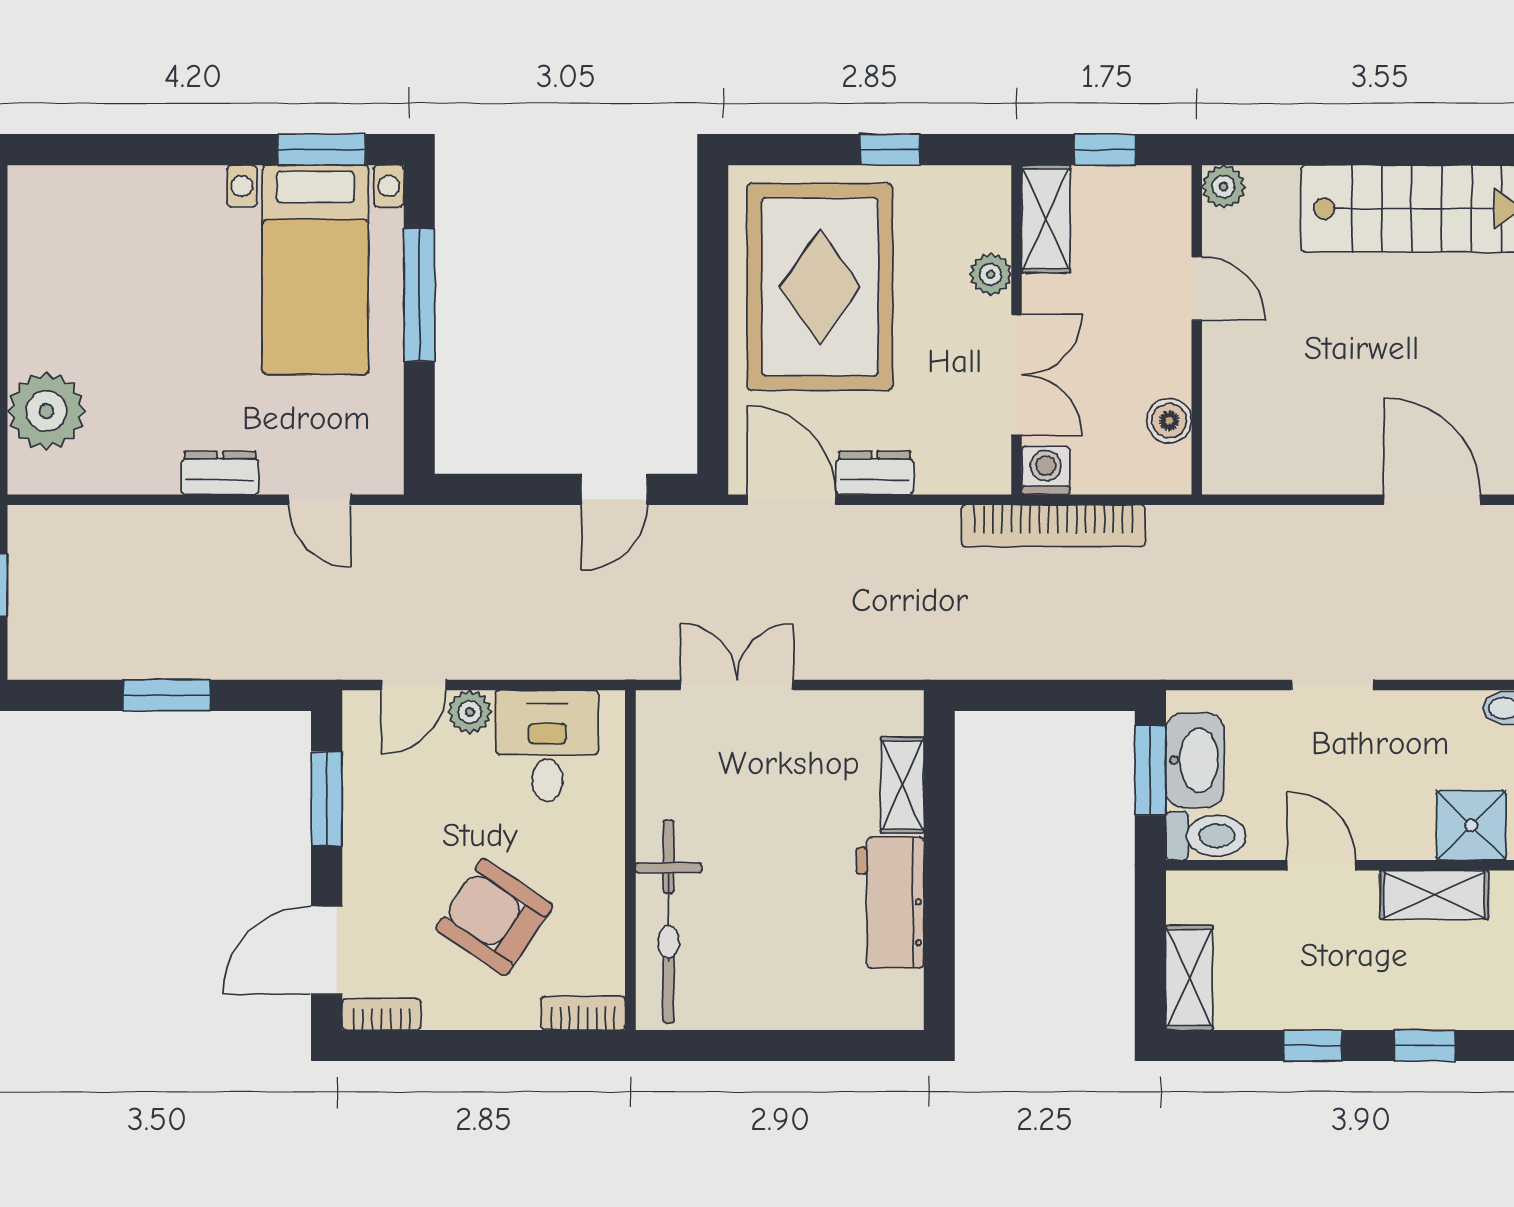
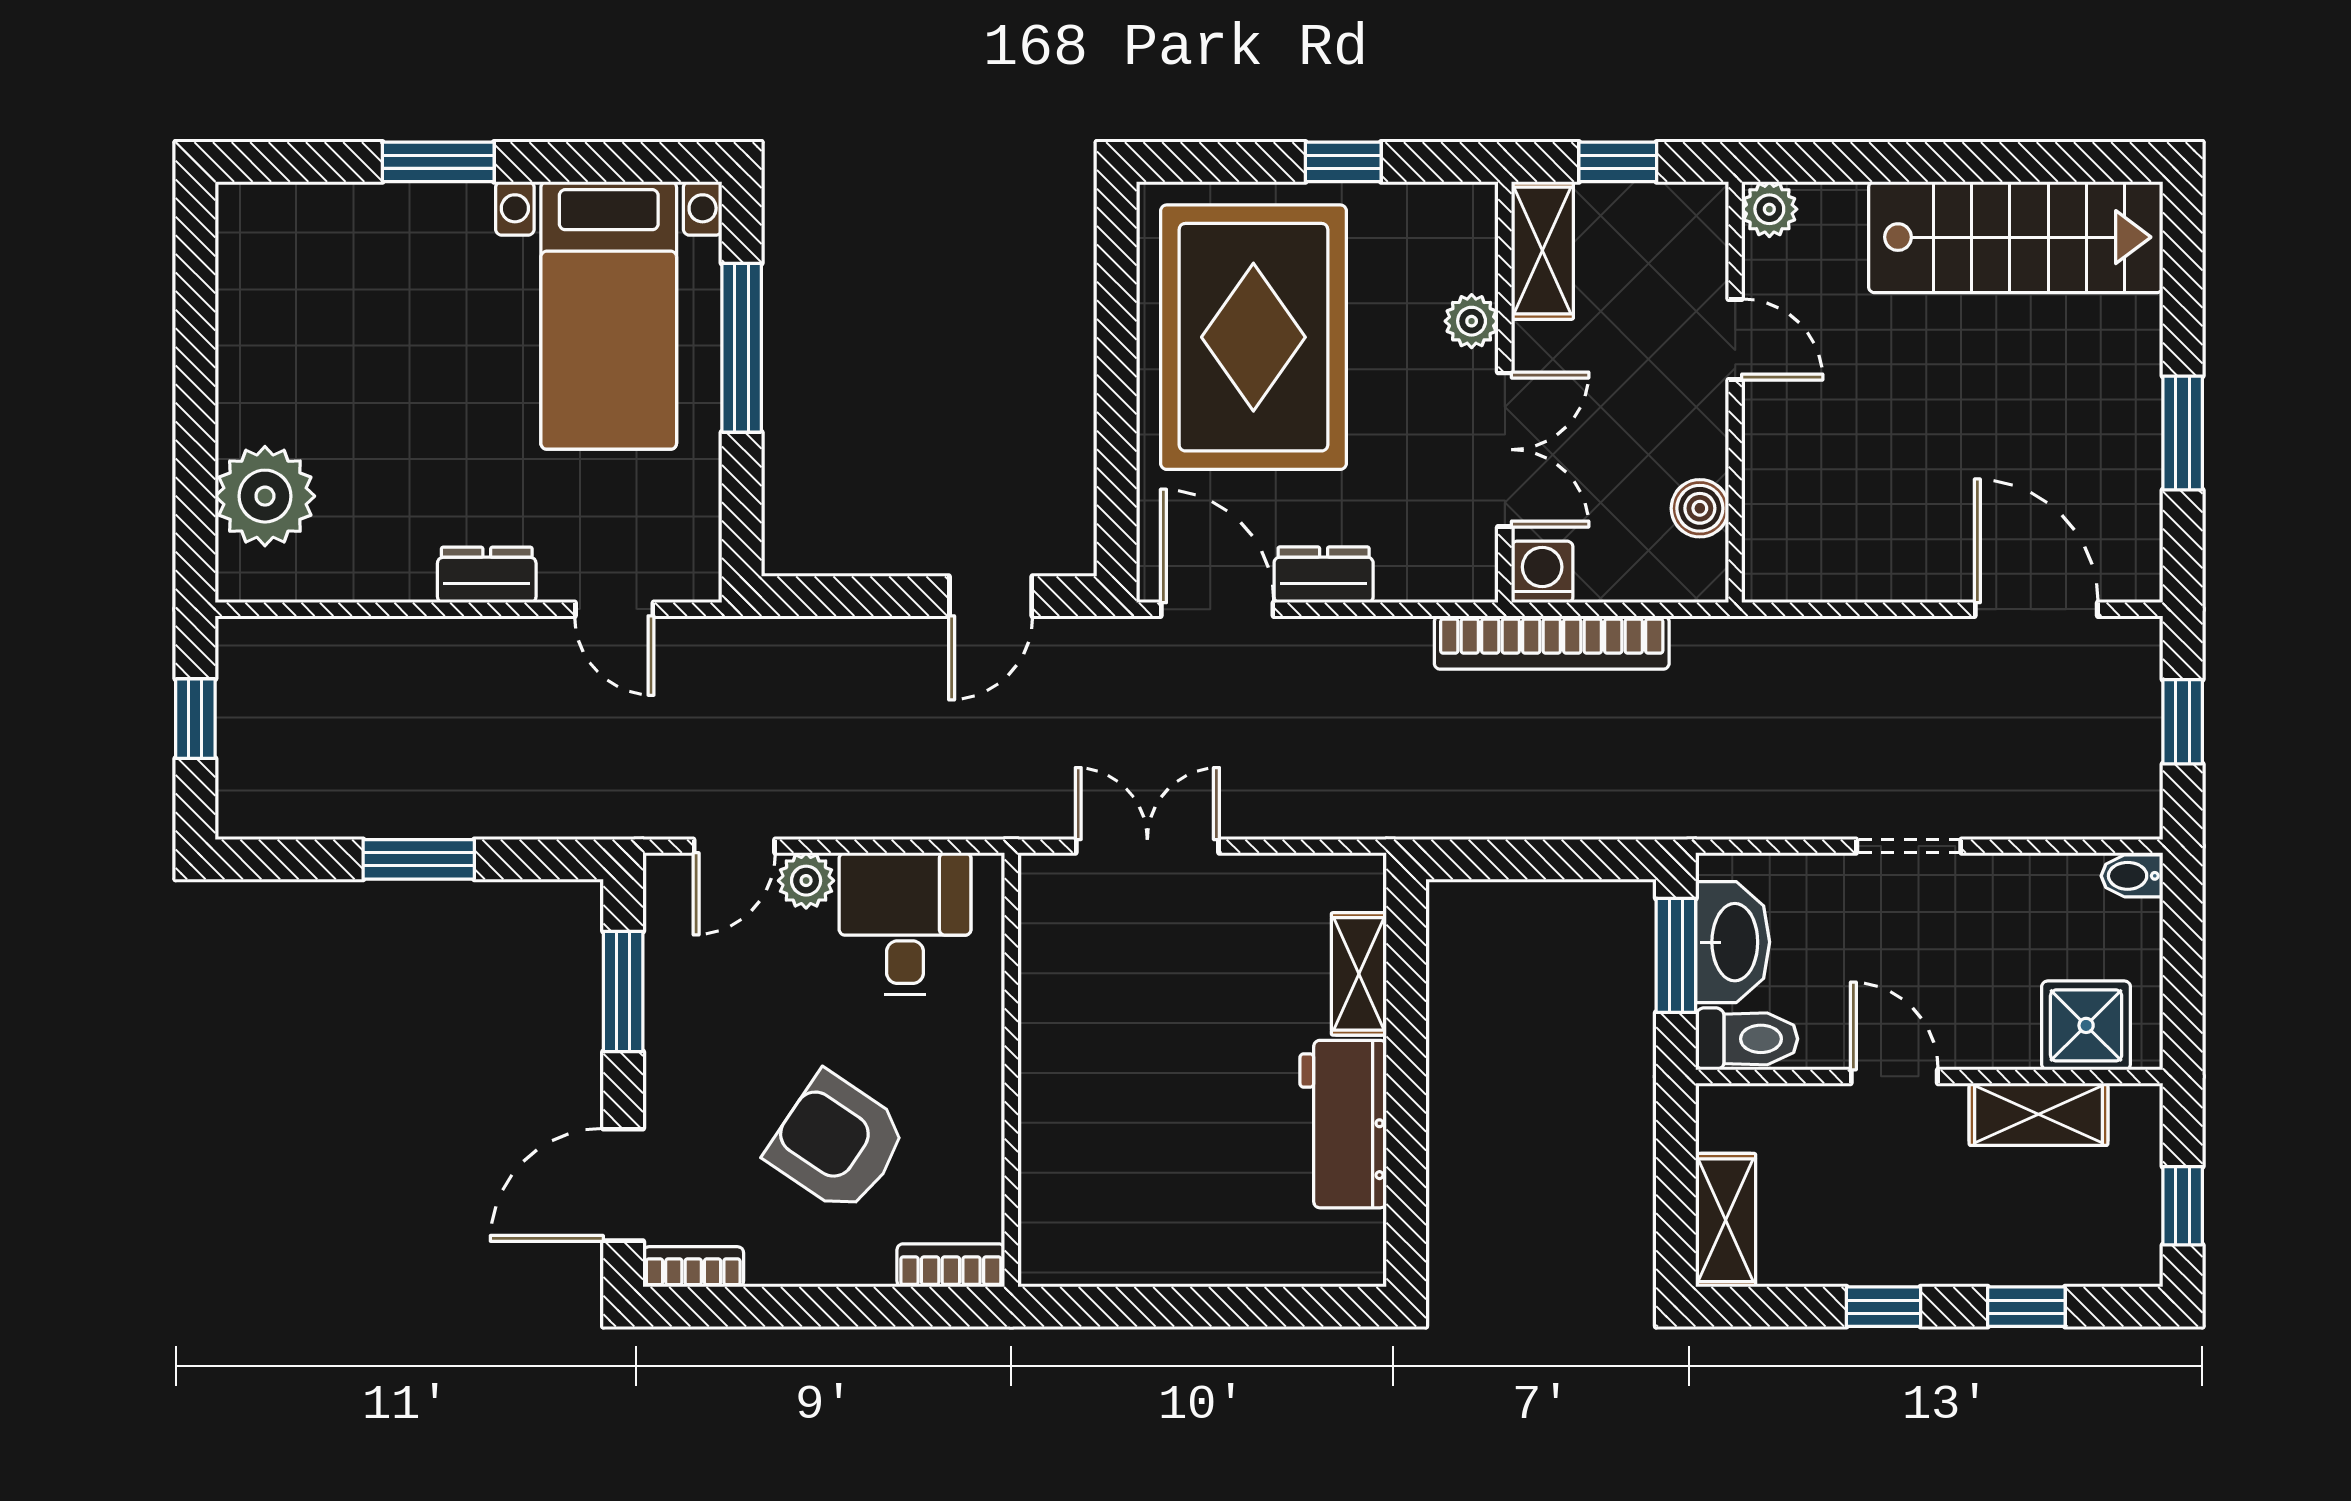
window: (322, 150) -> (438, 162), moved
bicycle: (668, 922) -> (1060, 1148), removed

